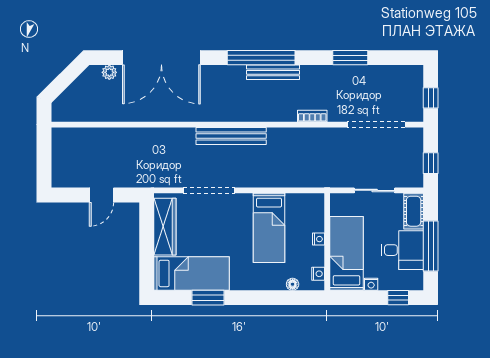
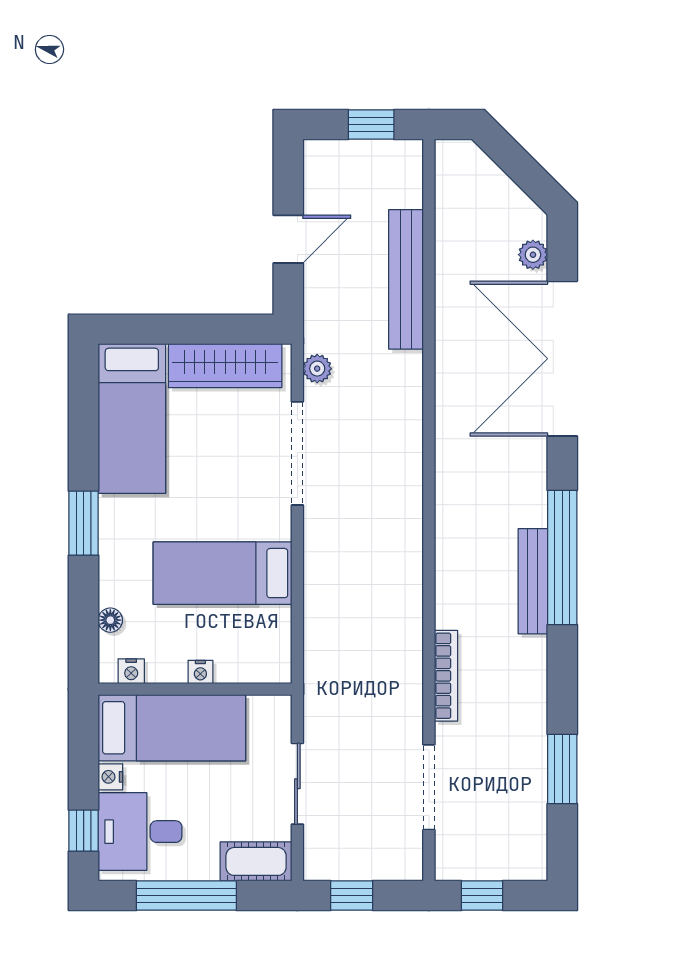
window: (350, 58) -> (562, 769), moved
bookcase: (312, 116) -> (446, 676), width x1.56
doorway: (376, 125) -> (429, 787), width x0.73
bench: (231, 136) -> (406, 279), moved
window: (44, 153) -> (371, 124), added
plant: (166, 181) -> (317, 369), added
door: (102, 195) -> (288, 239), swing flipped
desk: (402, 250) -> (140, 832), moved, turned 90
window: (208, 298) -> (84, 523), moved

